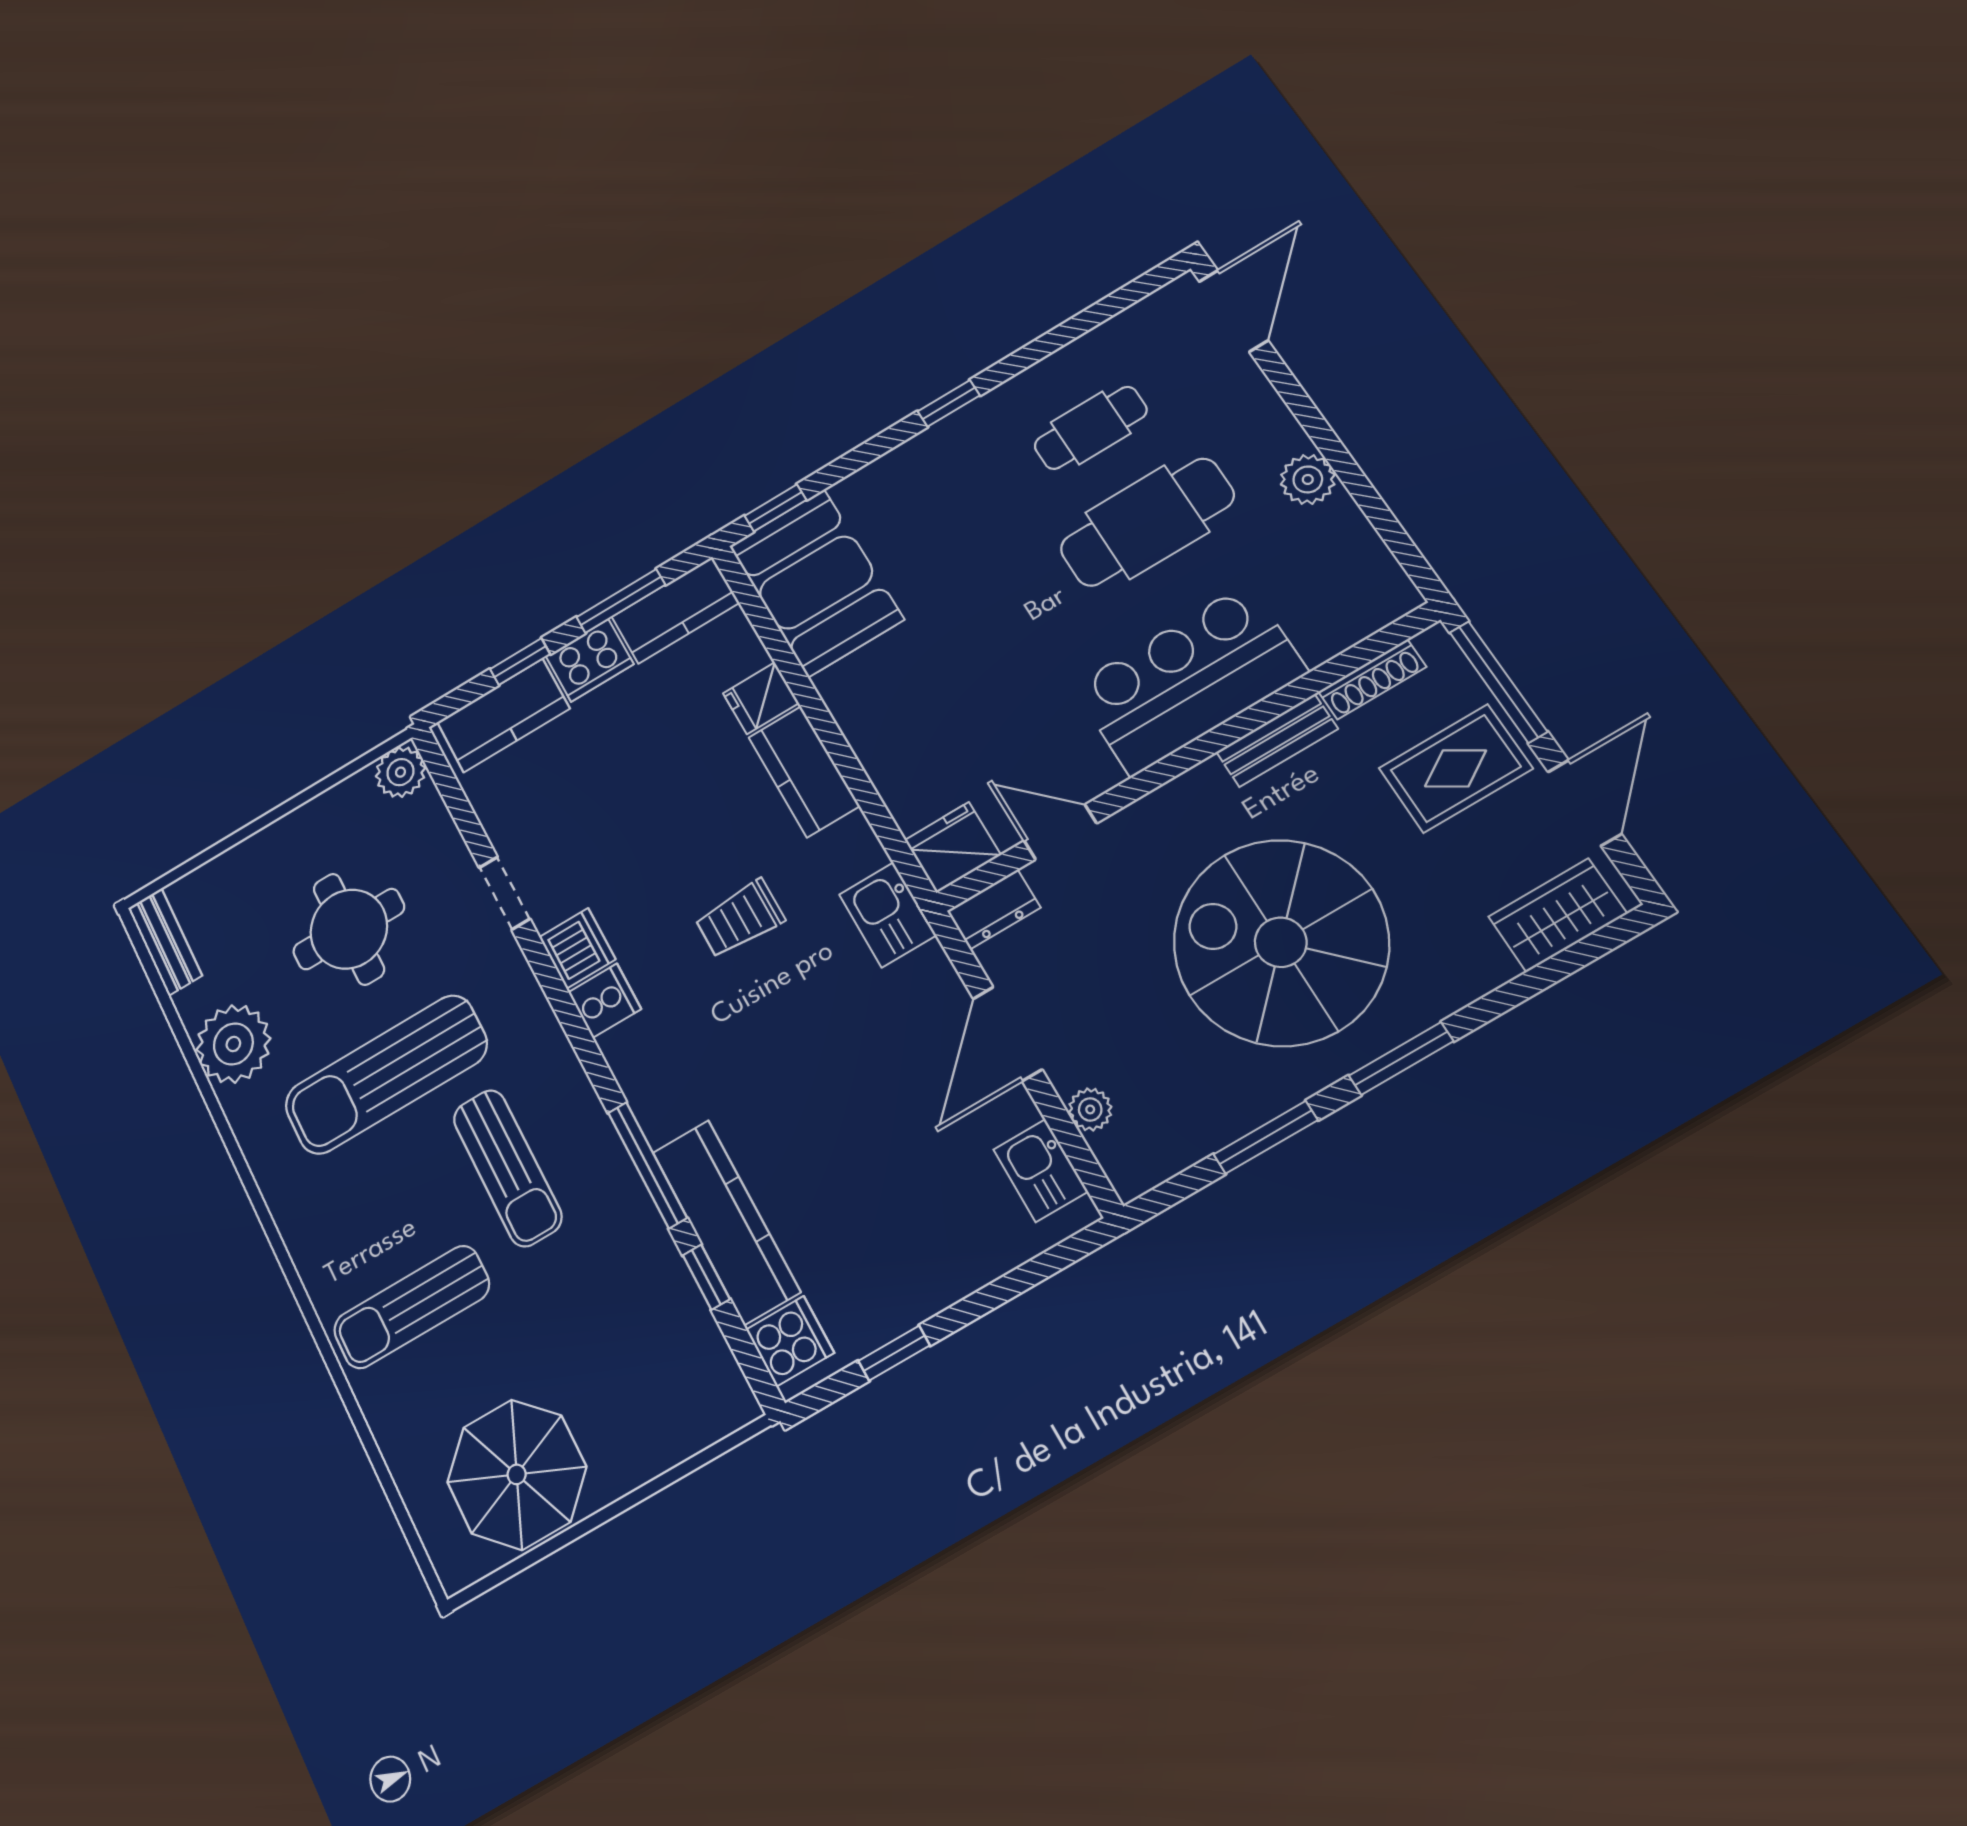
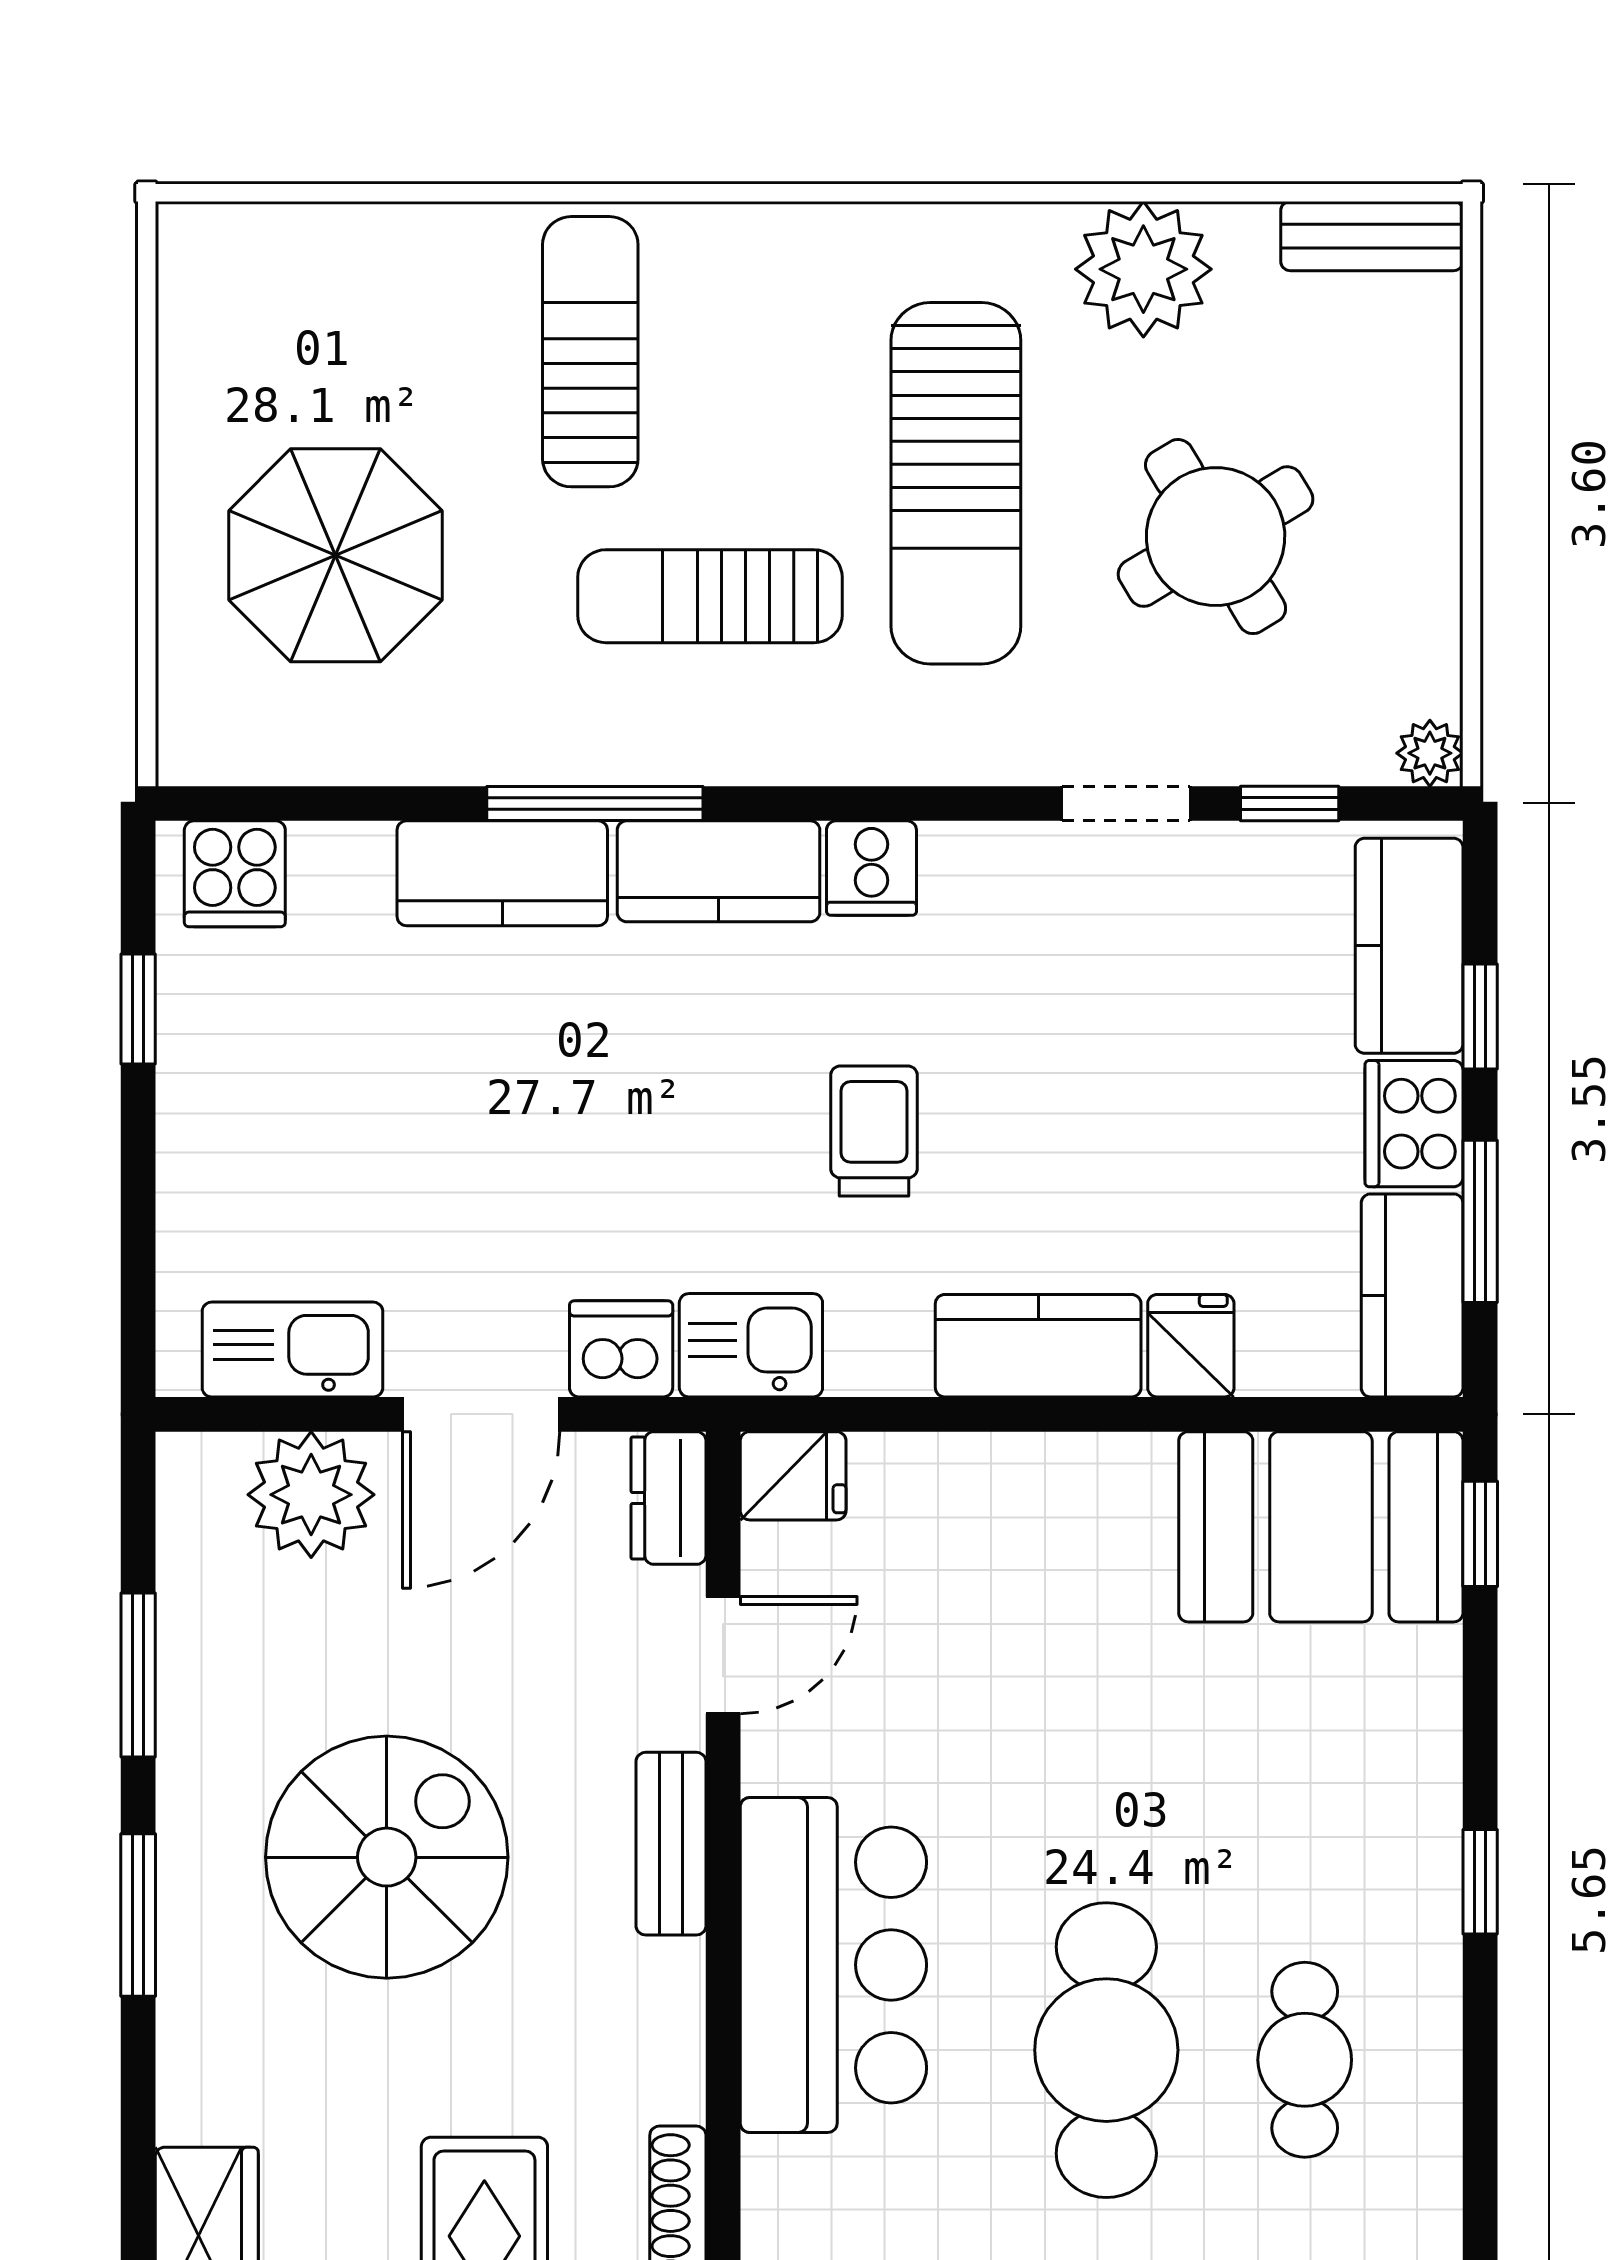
bench: (1277, 740) -> (671, 1844), moved
plant: (400, 772) -> (1430, 753), width x0.73, depth x0.73
fridge: (953, 847) -> (793, 1476), width x0.72
round table: (349, 929) -> (1216, 537), turned -31
spiral stairs: (1281, 942) -> (387, 1857), width x0.73, depth x0.73
dishwasher: (577, 948) -> (621, 1349), moved, turned 180
door: (1008, 1034) -> (481, 1414), swing flipped
sun lounger: (386, 1074) -> (956, 483), turned 180
kitchen counter: (648, 1079) -> (719, 871), added
plant: (1090, 1109) -> (311, 1495), width x1.88, depth x1.88
kitchen sink: (1041, 1170) -> (292, 1350), width x1.38
kitchen counter: (726, 1222) -> (502, 873), width x0.67
window: (706, 1277) -> (1290, 803), moved
parasol: (517, 1474) -> (336, 555), moved

